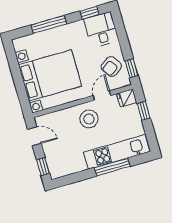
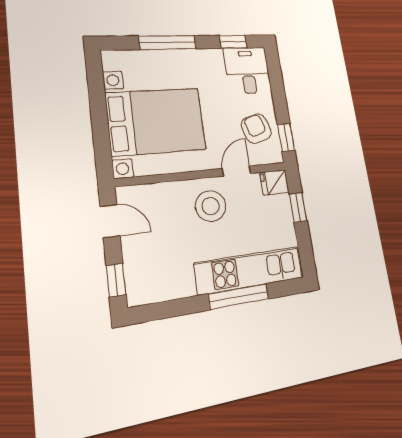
armchair: (111, 67) -> (256, 129), turned 108

